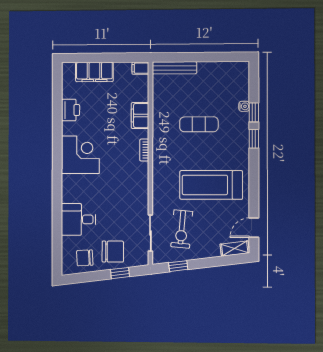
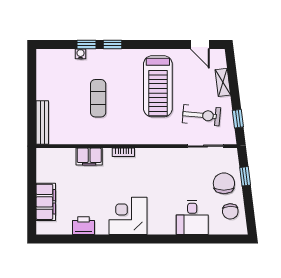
filing cabinet: (140, 68) -> (42, 156), removed
shelving: (235, 249) -> (223, 82), moved

